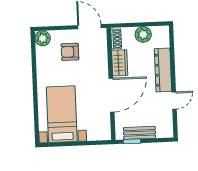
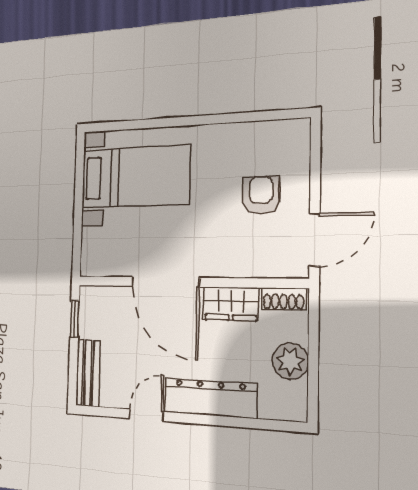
plant: (43, 38) -> (294, 135), removed
door: (174, 101) -> (146, 415), swing flipped
bench: (140, 133) -> (88, 373), moved

